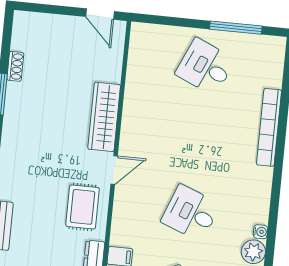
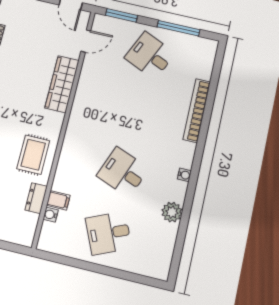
window: (164, 20) -> (122, 15), added
door: (114, 170) -> (86, 41), moved
water cooler: (260, 232) -> (184, 175), moved

